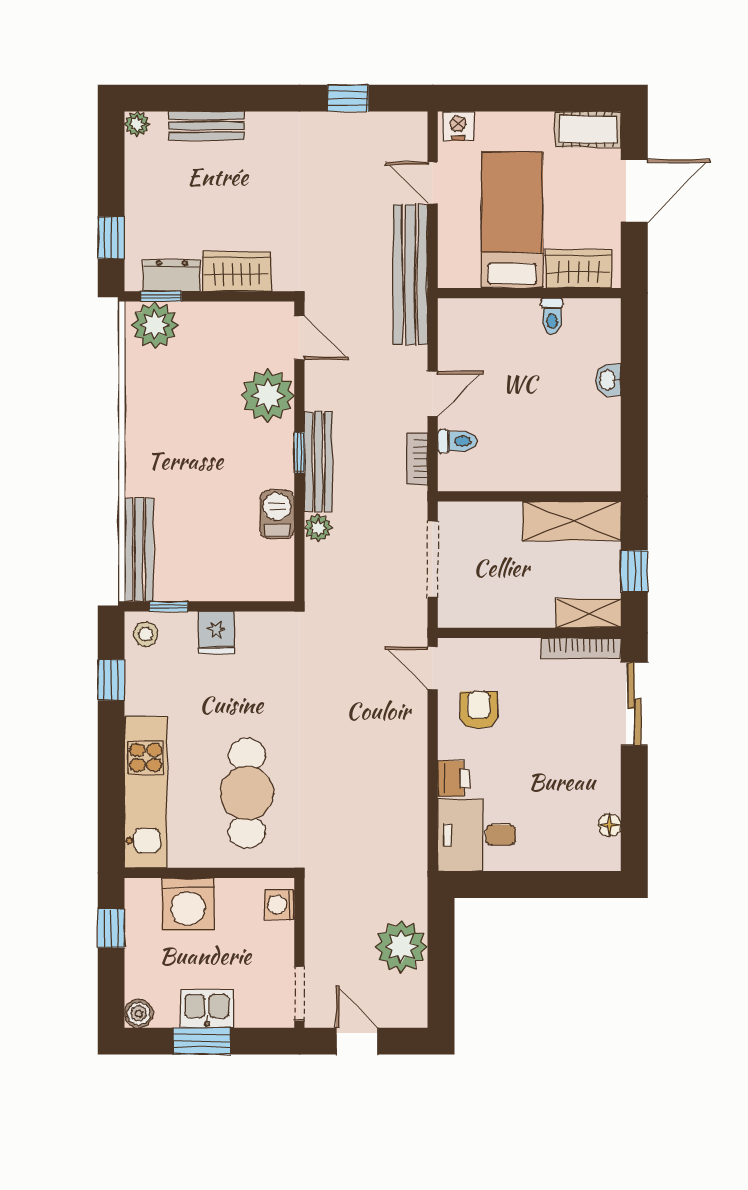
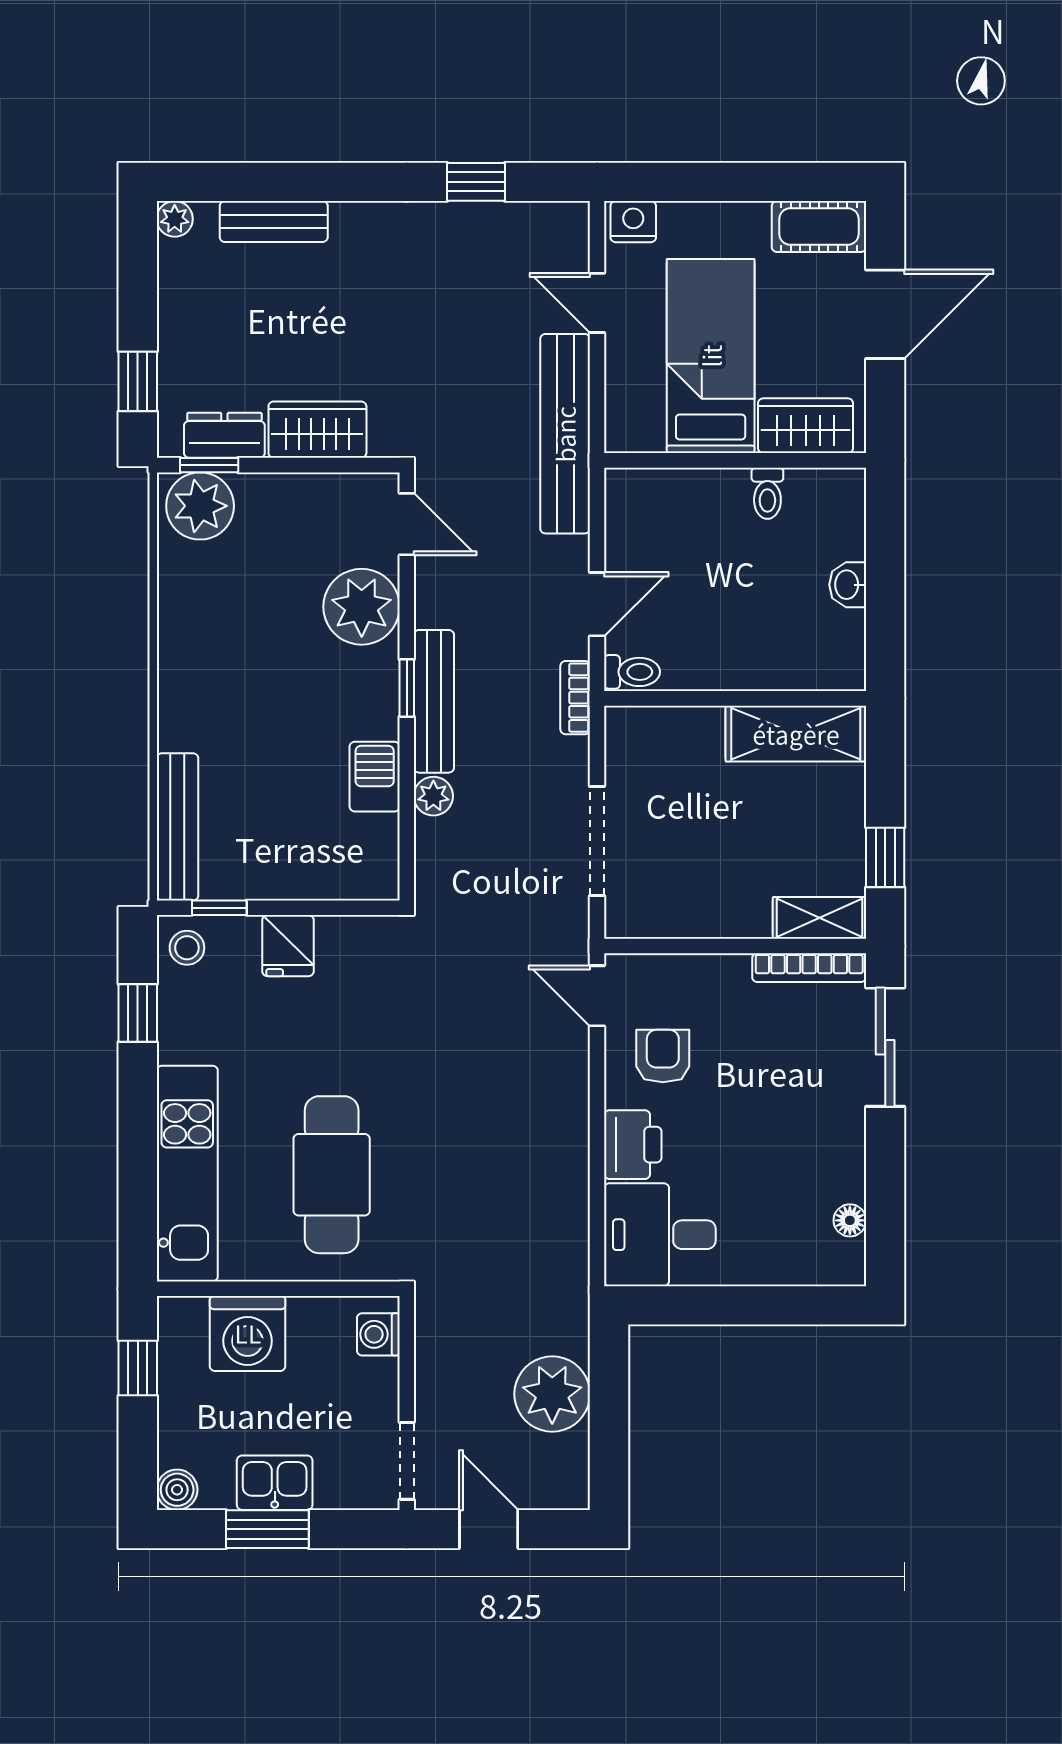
wall: (529, 496) -> (735, 698), moved
shelving: (572, 521) -> (796, 734), moved
printer: (454, 779) -> (633, 1145), width x1.36, depth x1.24

